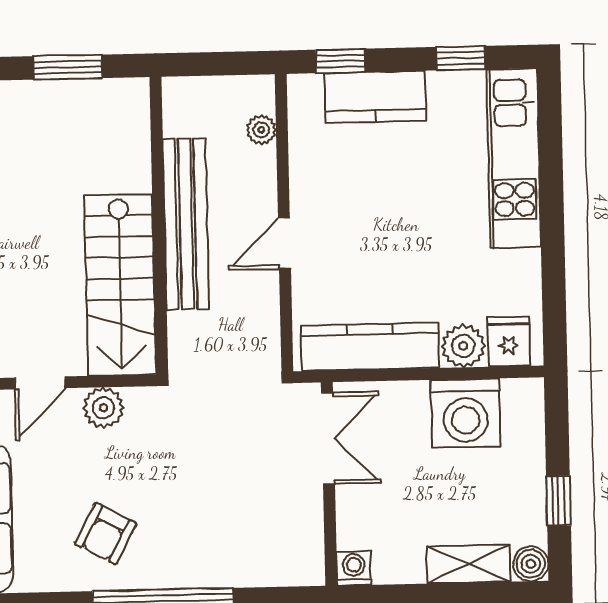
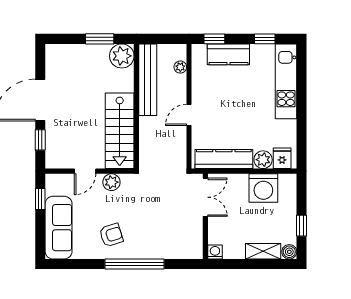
plant: (121, 107) -> (122, 56), added
bench: (186, 224) -> (148, 80), moved
armchair: (106, 534) -> (111, 235), turned -136

